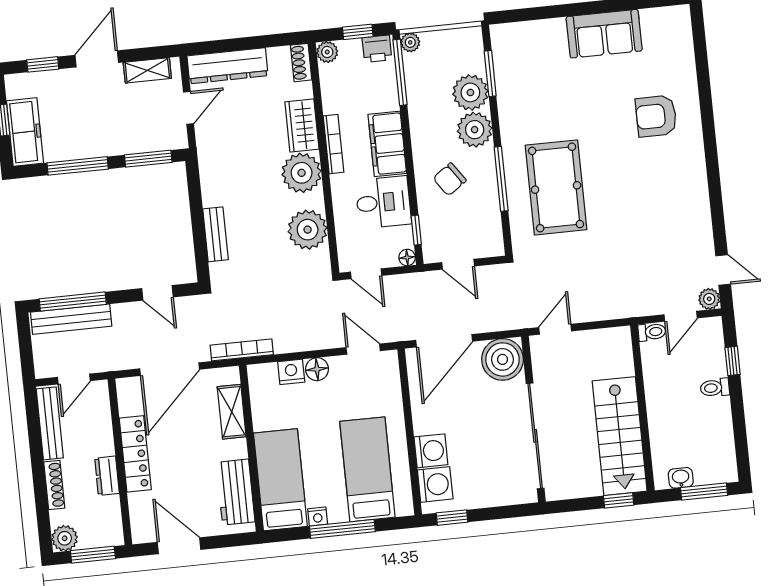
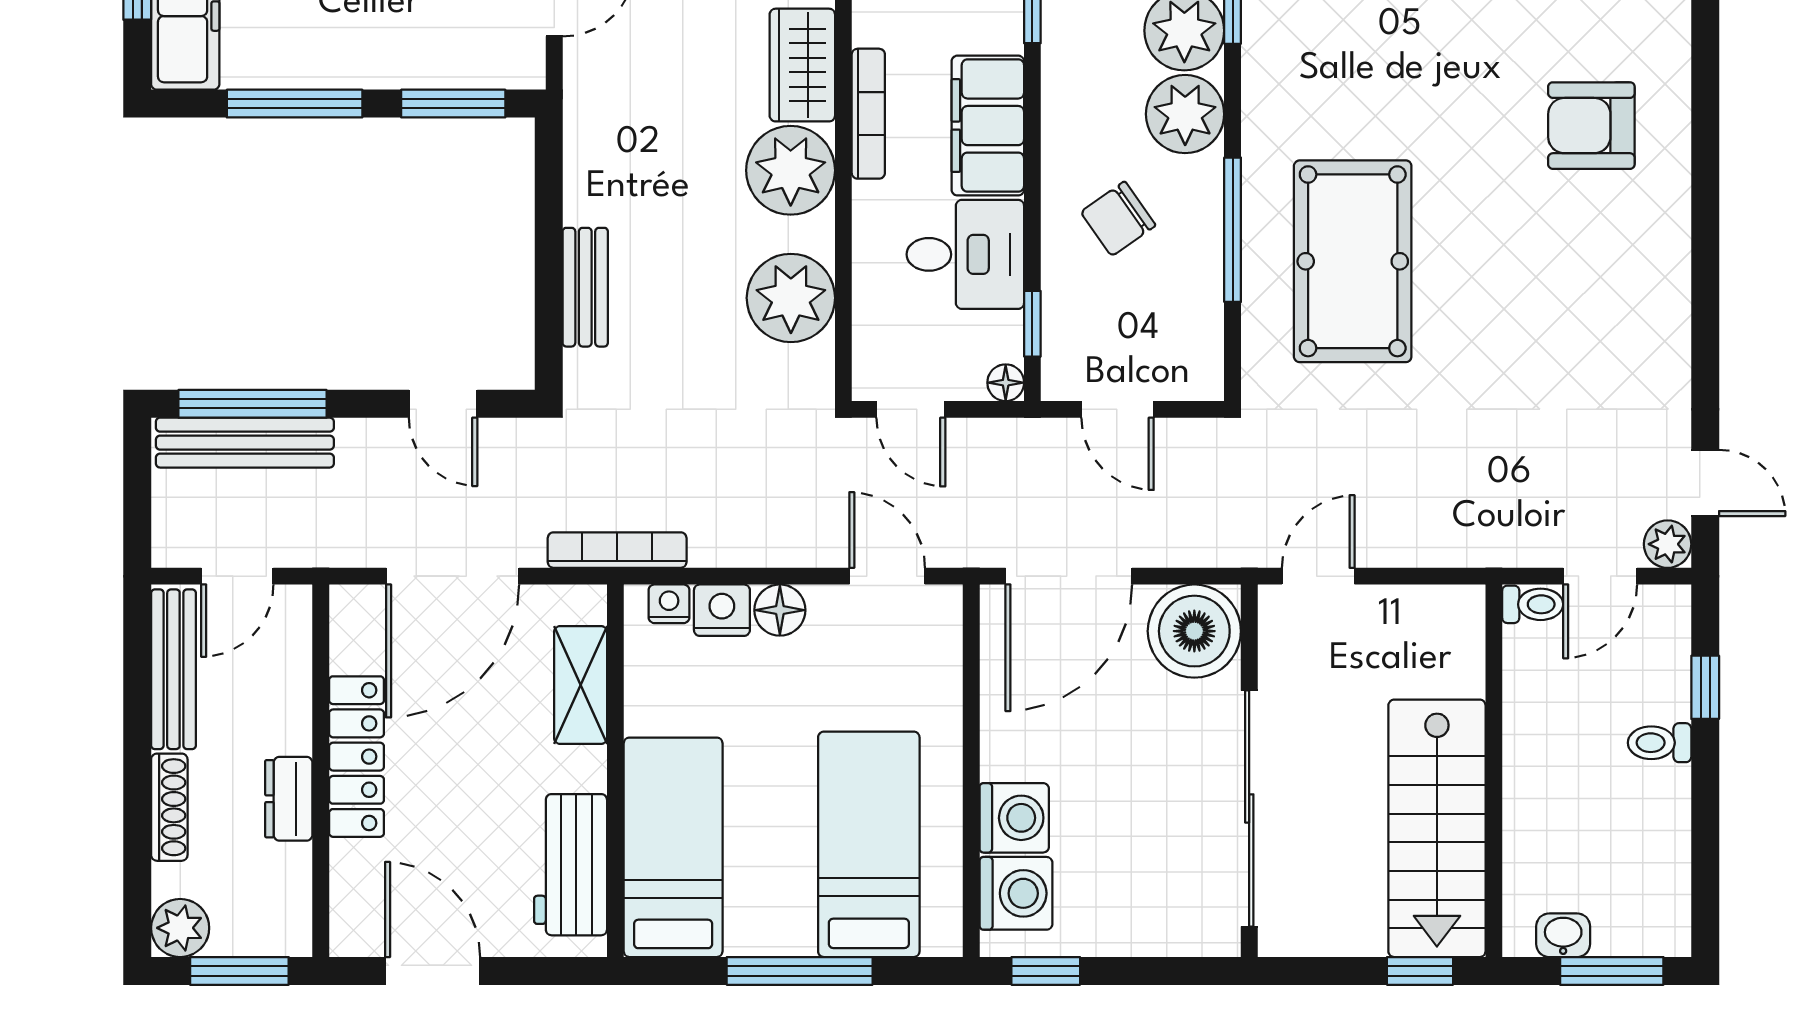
nightstand: (318, 517) -> (669, 604), moved, turned 180

